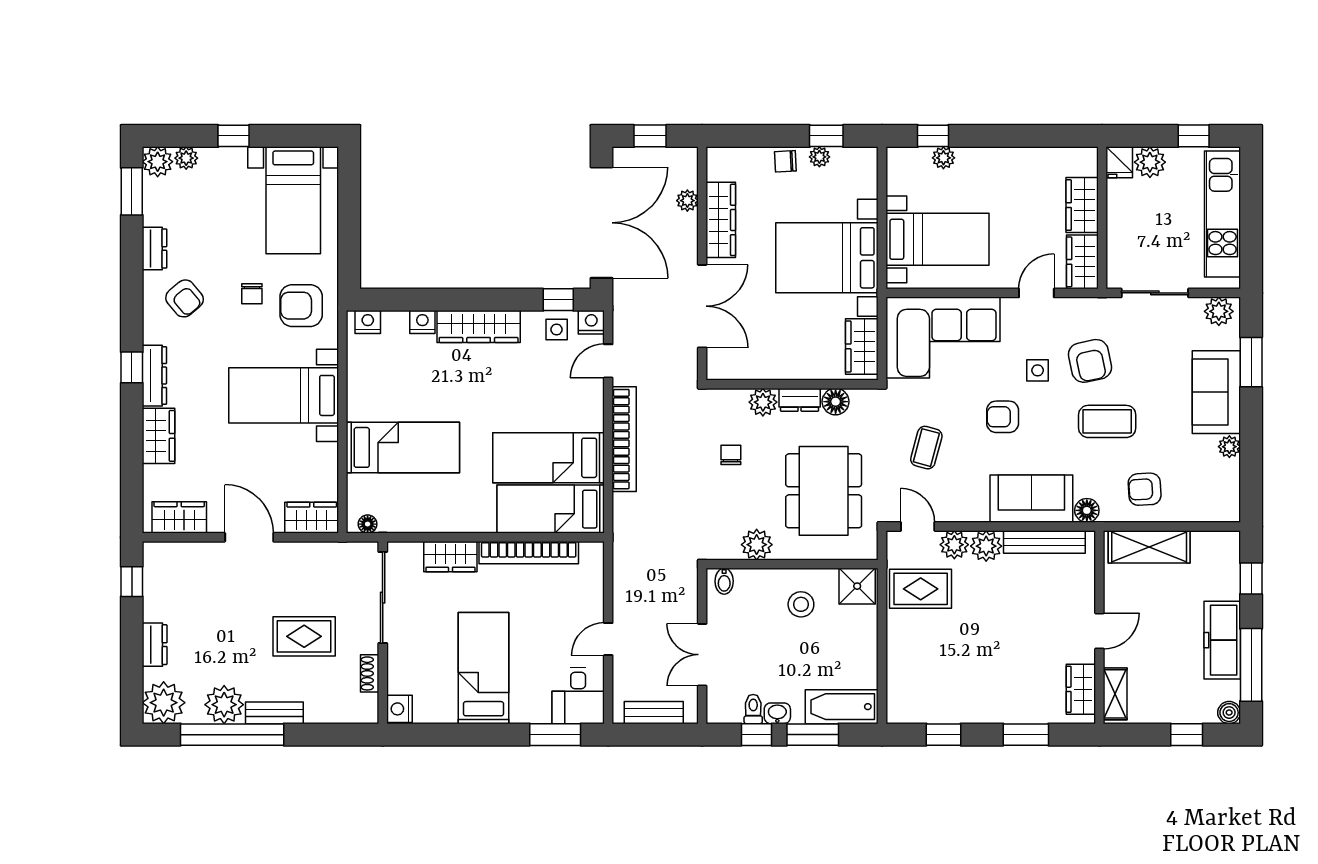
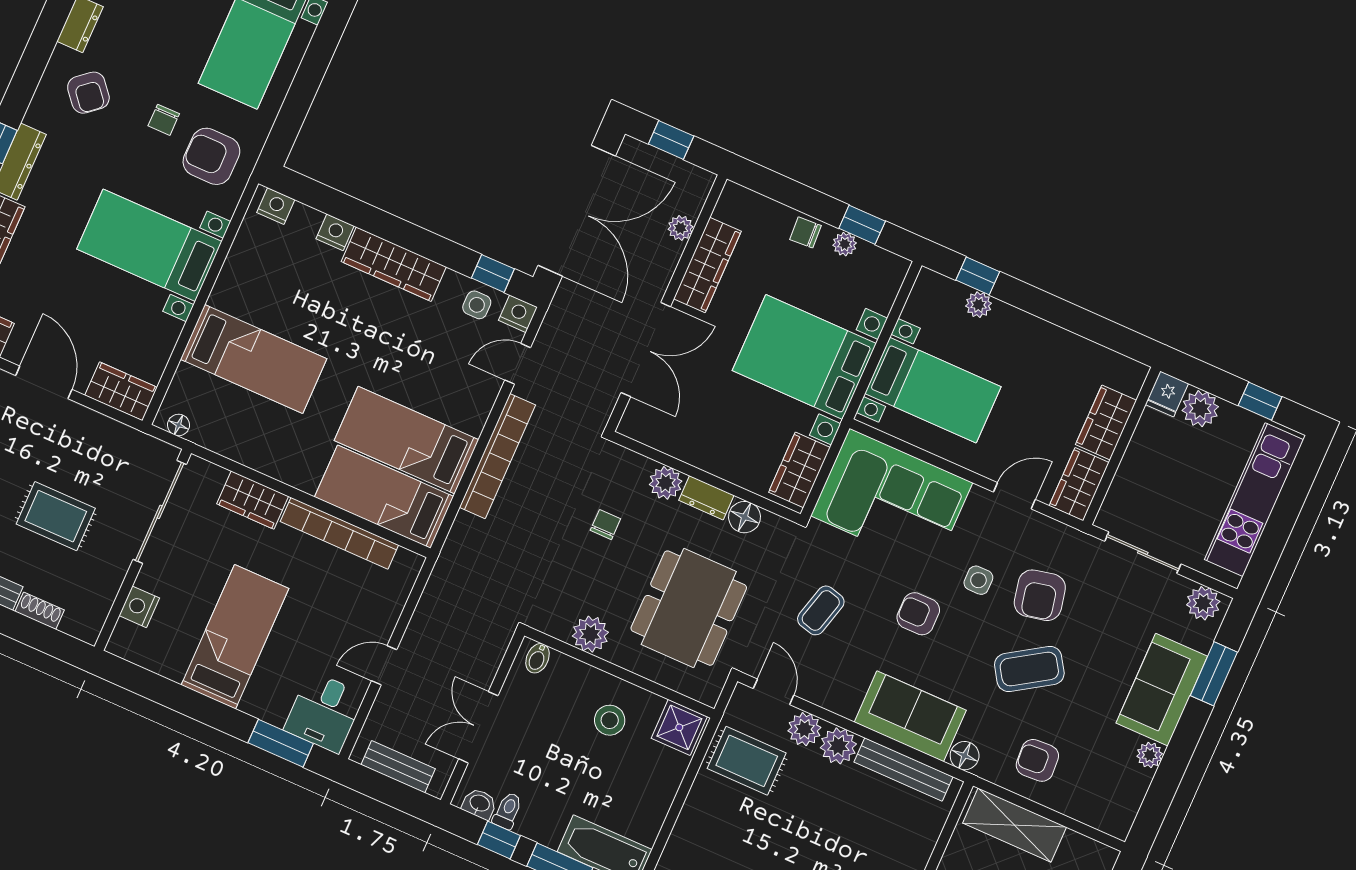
coffee table: (1107, 421) -> (1029, 669), turned -33
shoe rack: (370, 673) -> (40, 611), moved, turned 90
nightstand: (399, 709) -> (139, 607), moved
washbasin: (777, 713) -> (479, 804), moved

